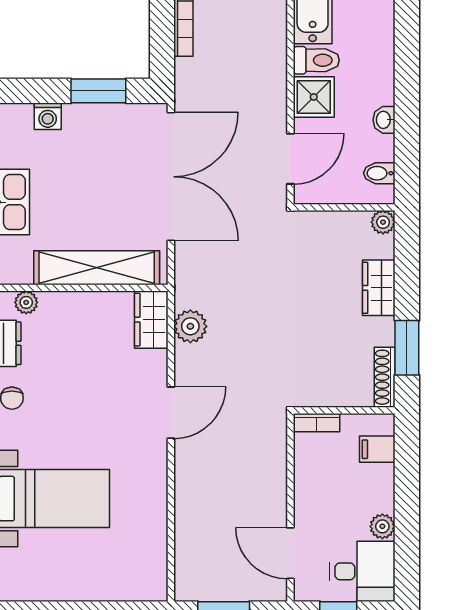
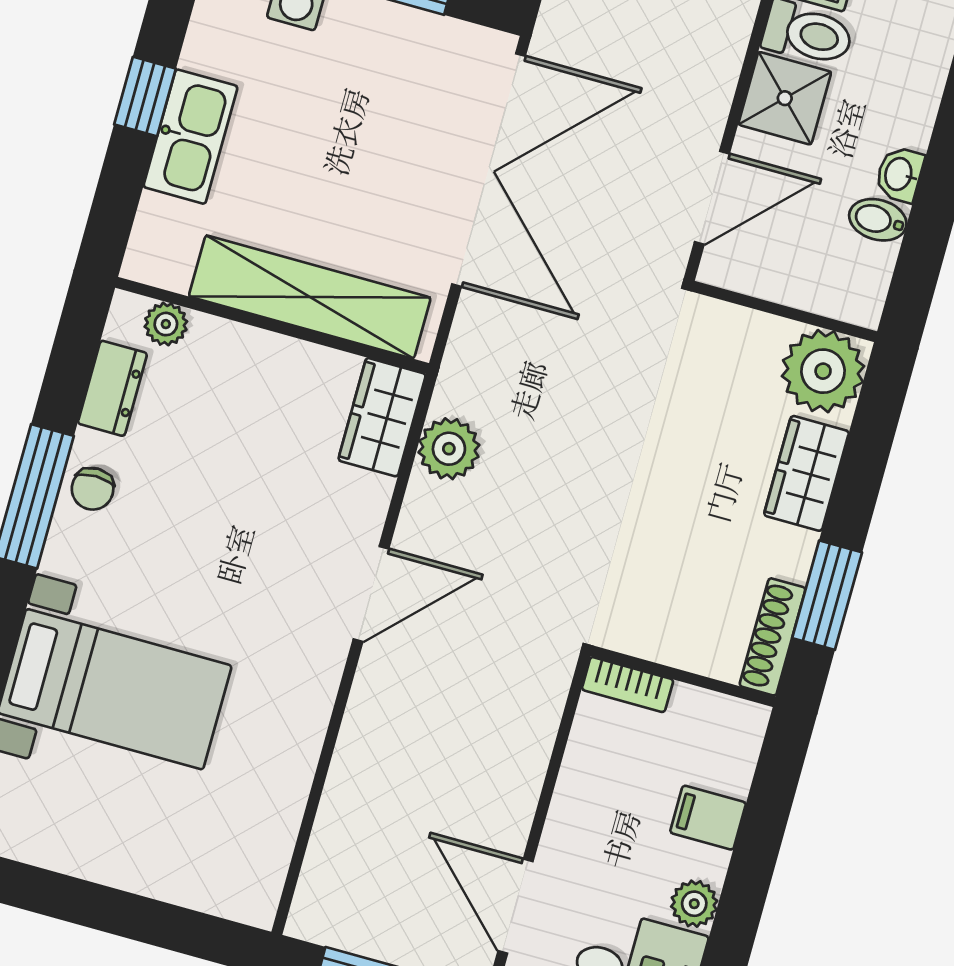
bidet: (379, 173) -> (878, 220), moved
plant: (383, 222) -> (823, 371), width x1.88, depth x1.88
filing cabinet: (377, 449) -> (708, 818), moved

